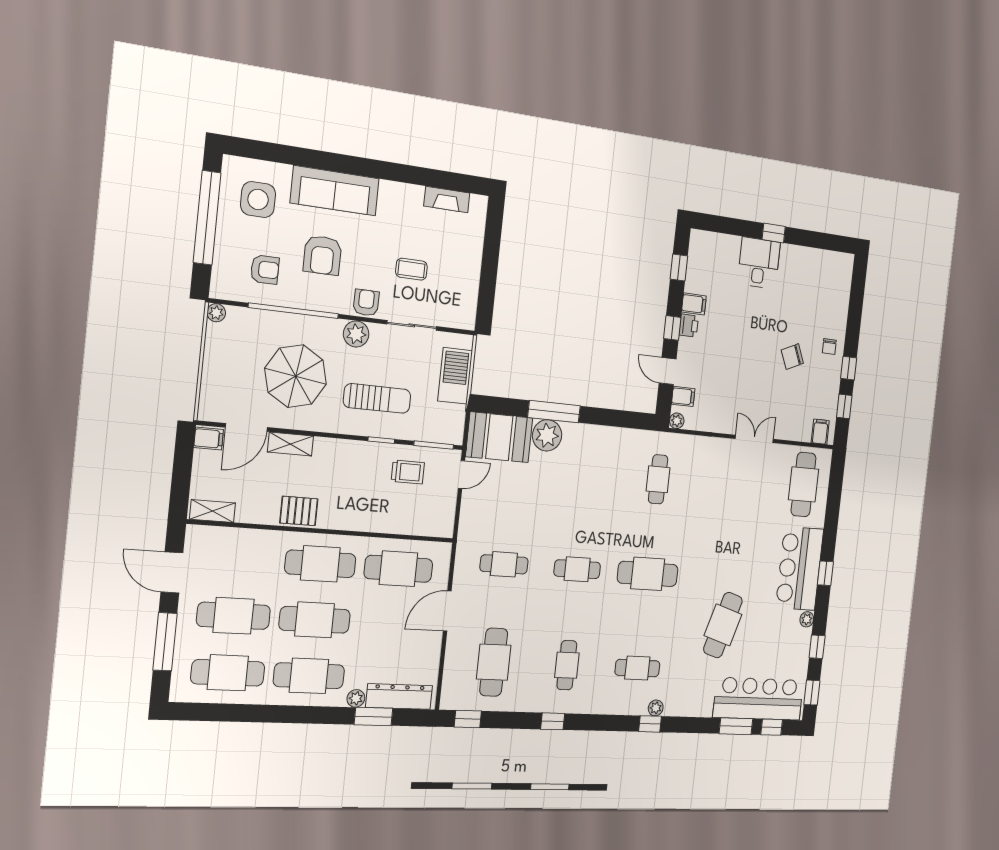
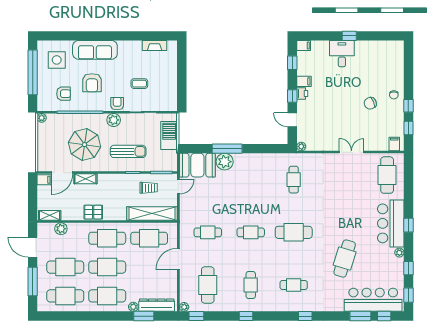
filing cabinet: (683, 396) -> (304, 45), moved
shelving: (409, 522) -> (152, 214), added
plant: (233, 539) -> (61, 229), added
plant: (656, 708) -> (184, 307), moved

